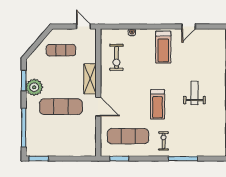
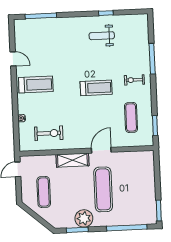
weight bench: (194, 93) -> (102, 36), moved
exercise mat: (128, 136) -> (131, 117), width x0.73, depth x0.69

